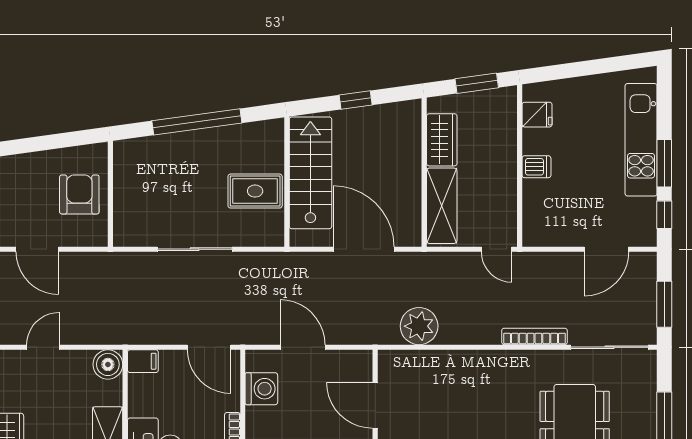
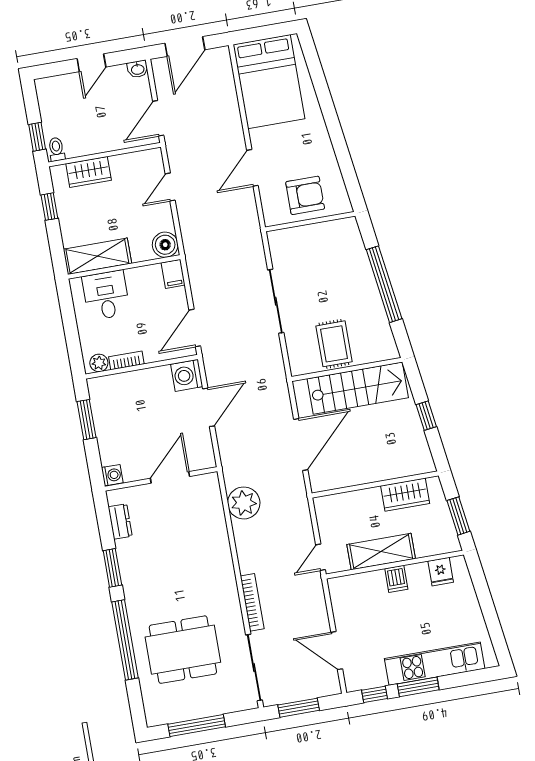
shelving: (442, 206) -> (381, 552), moved
door: (43, 347) -> (170, 187), swing flipped
washing machine: (261, 389) -> (187, 375), moved, turned 90

